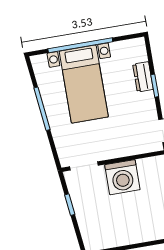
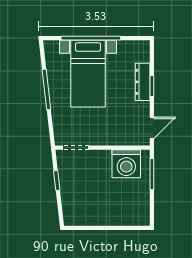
dresser: (143, 77) -> (143, 82), width x1.44
washing machine: (122, 177) -> (126, 164), moved

